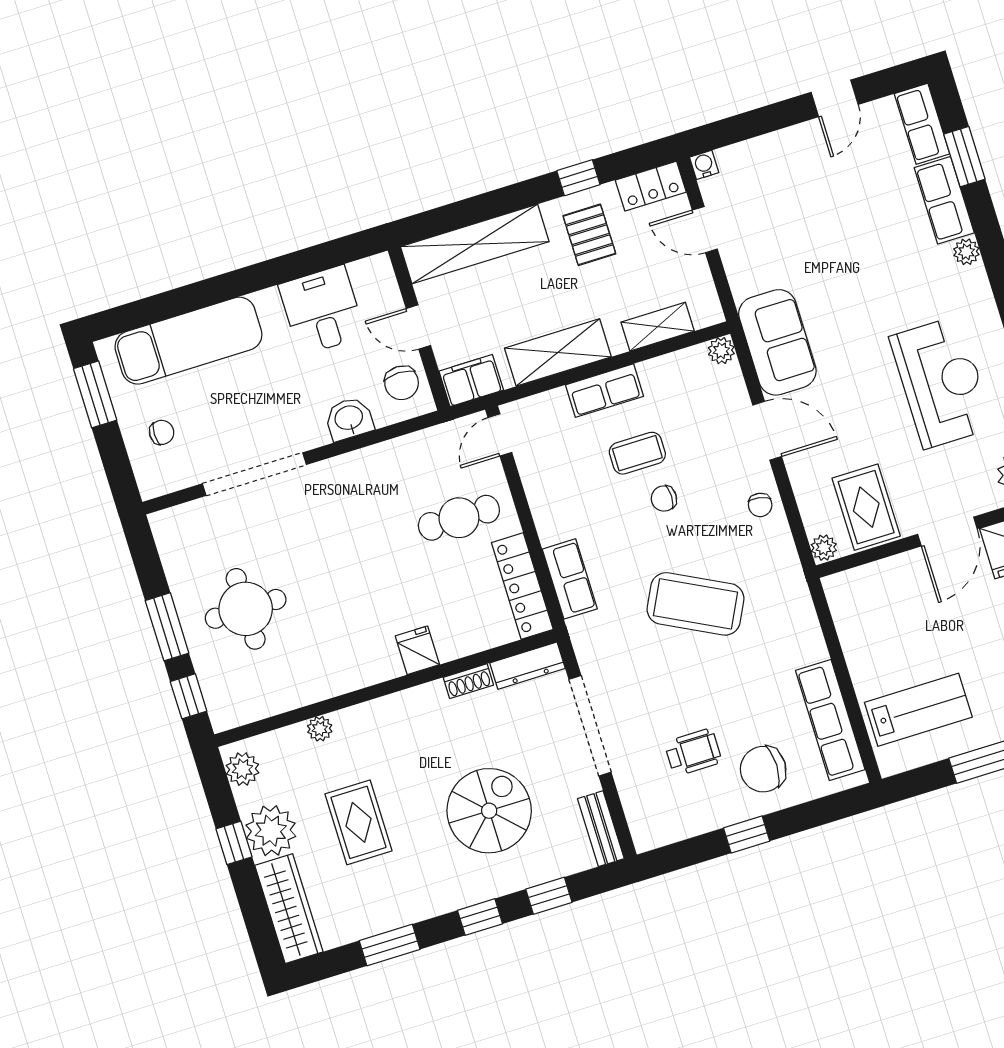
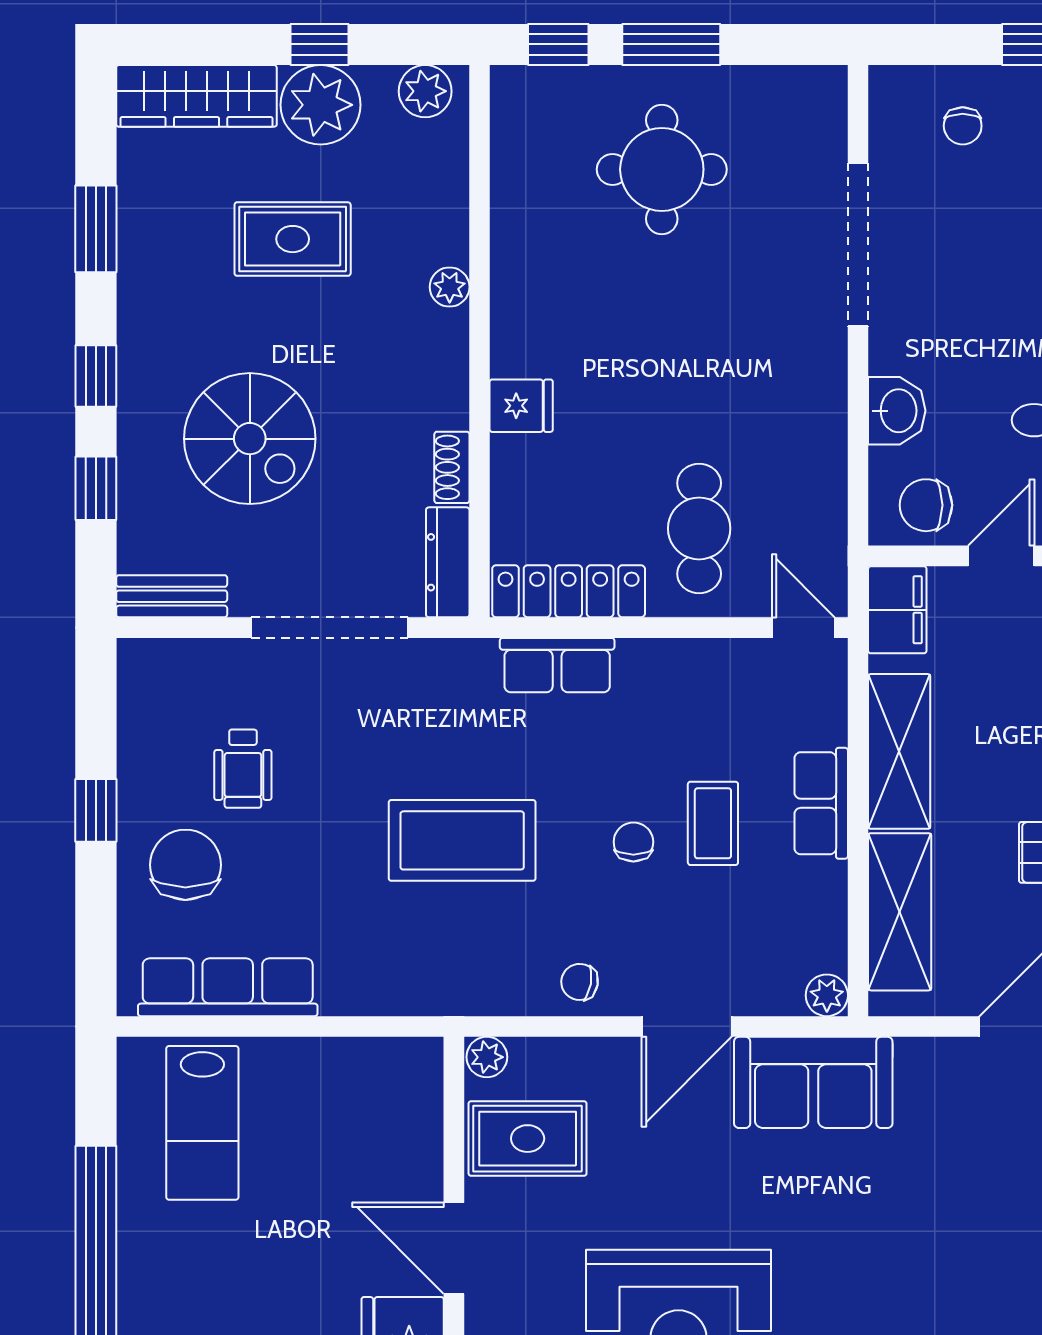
shelving: (658, 327) -> (900, 912), width x1.50, depth x1.33
coffee table: (696, 604) -> (462, 840), turned 63
plant: (320, 729) -> (450, 287), moved

